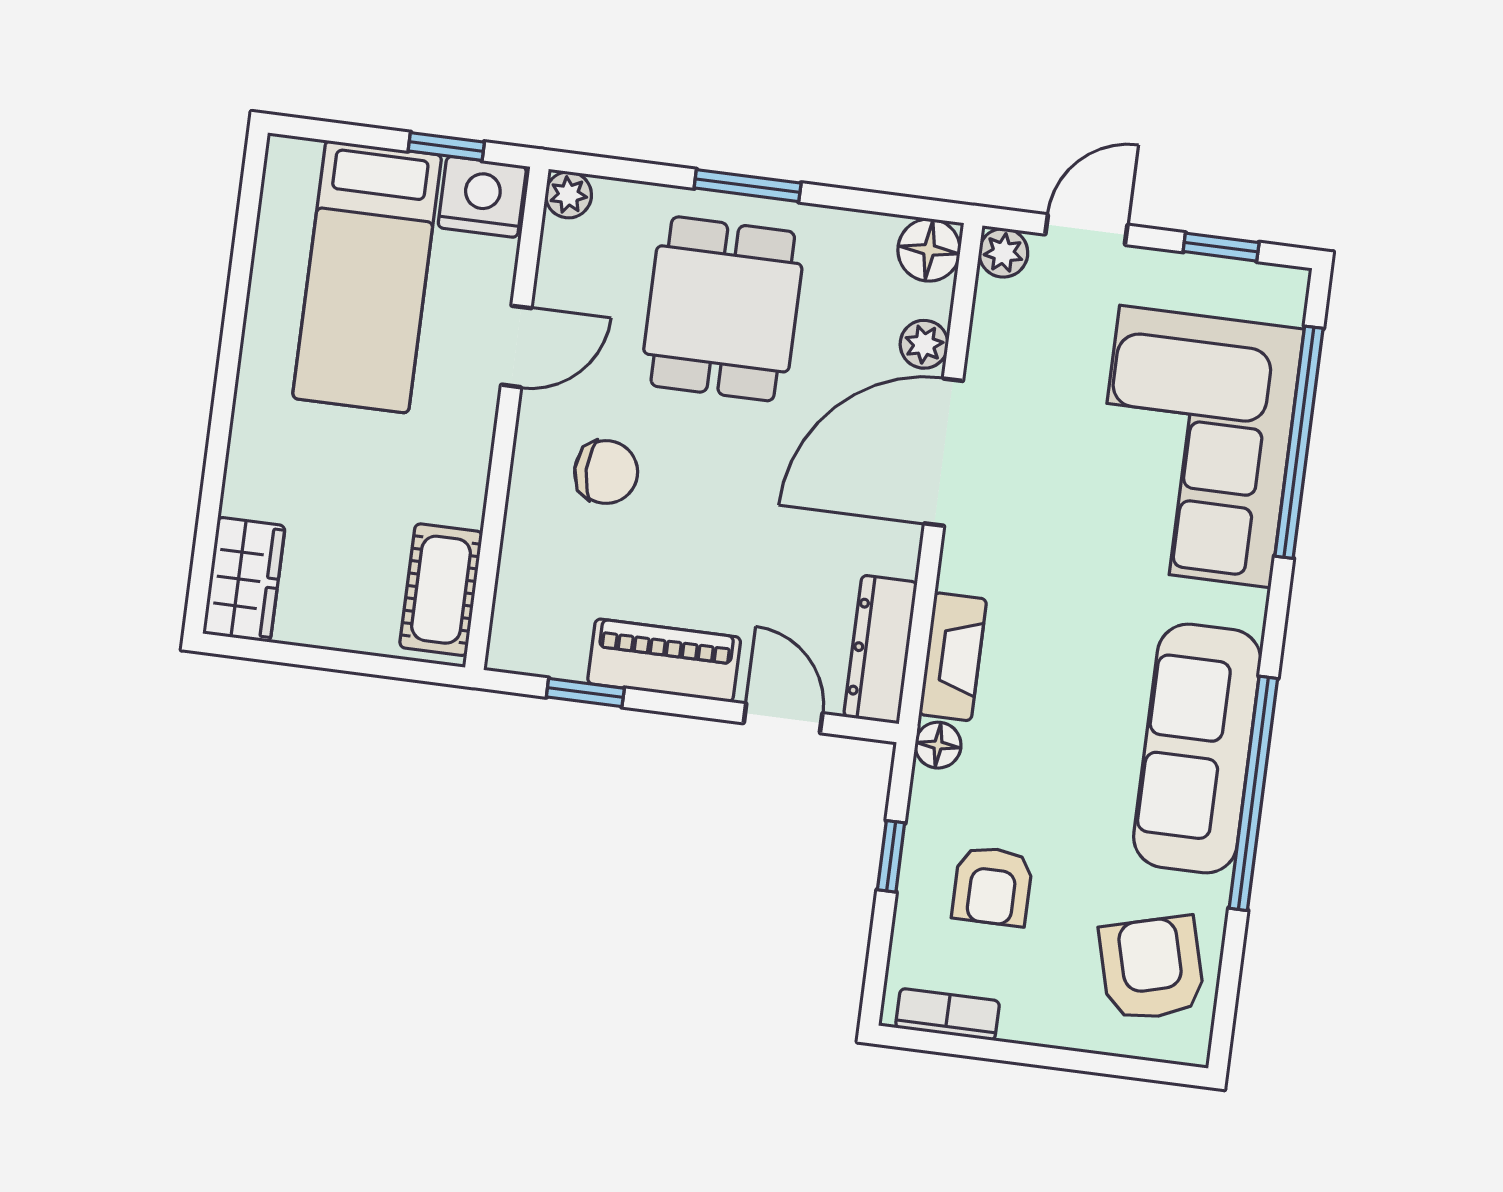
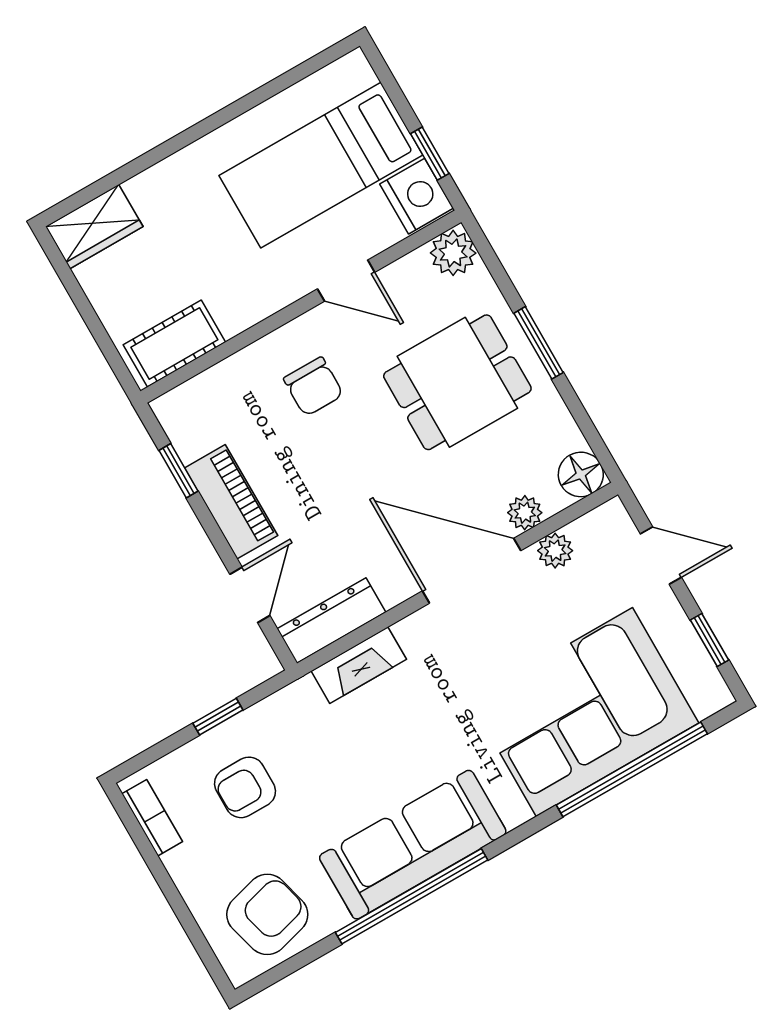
plant: (568, 195) -> (453, 253), width x1.38, depth x1.38
plant: (1003, 253) -> (555, 551), moved
floor lamp: (938, 745) -> (302, 695), removed

